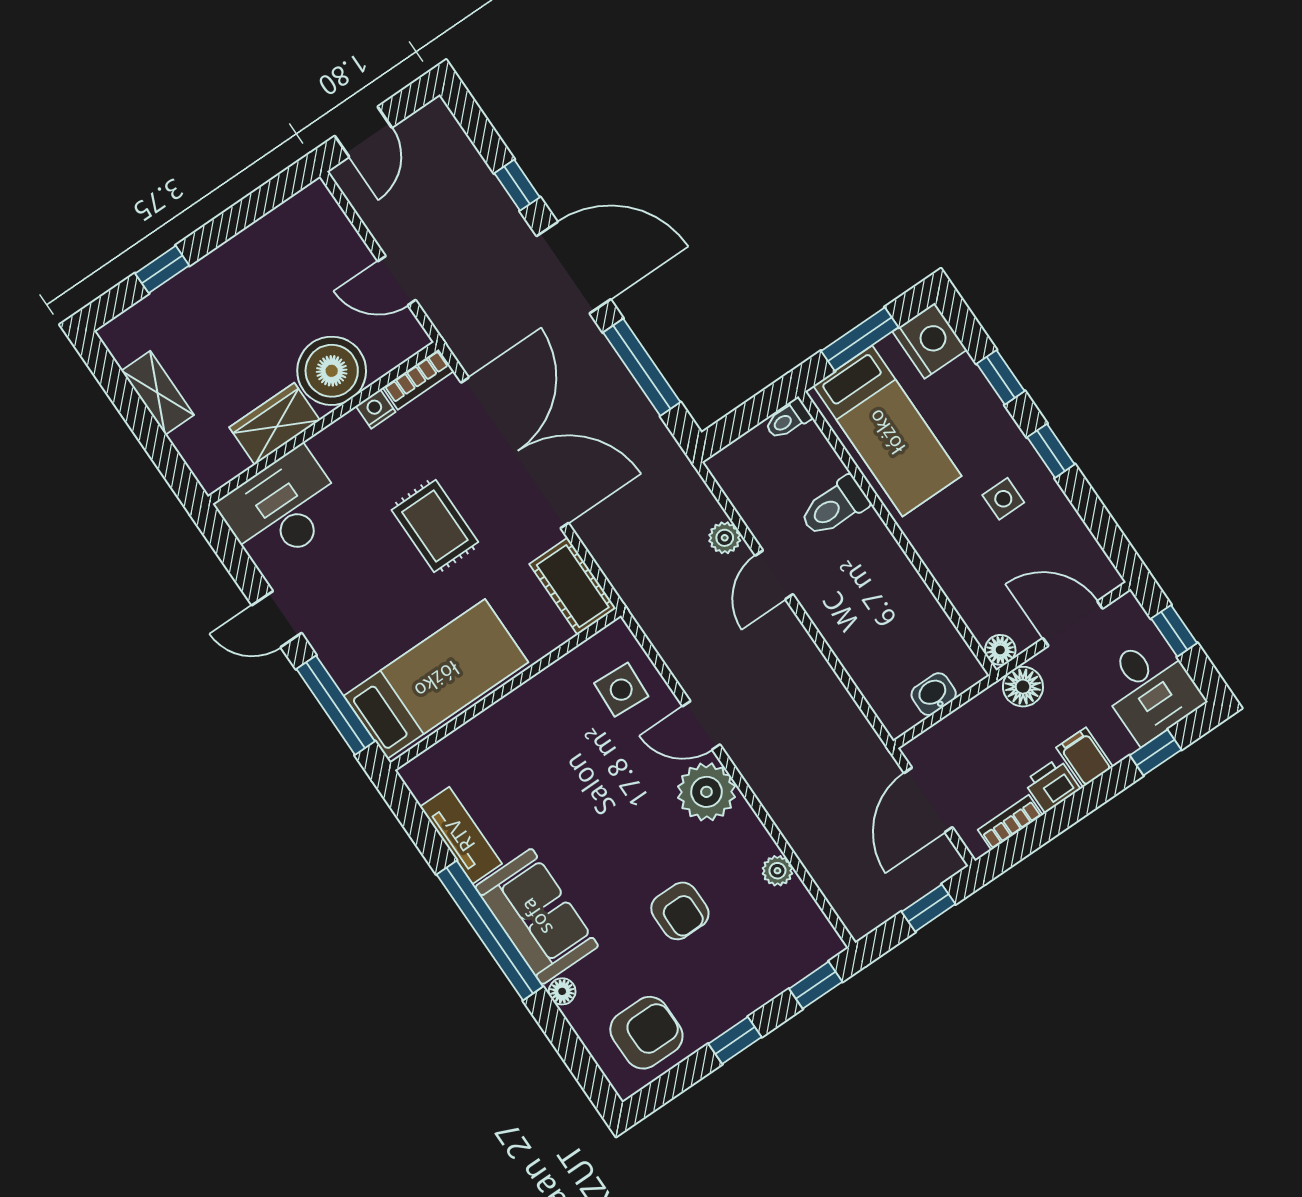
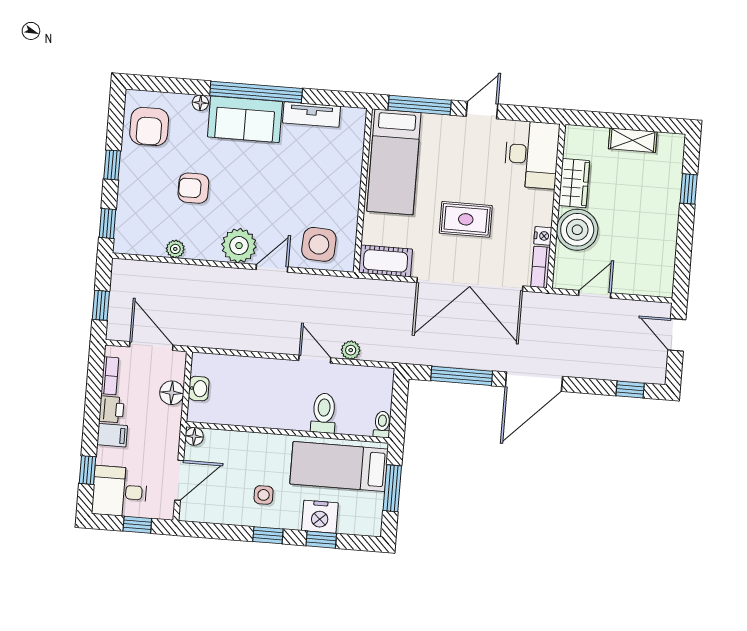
window: (517, 185) -> (630, 389), moved
nightstand: (930, 341) -> (320, 517), moved
floor lamp: (1023, 687) -> (172, 393), moved
side table: (621, 690) -> (319, 244), width x1.37, depth x1.37

